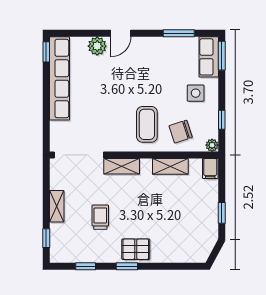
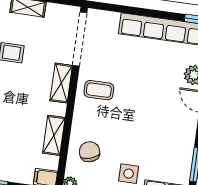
coffee table: (147, 124) -> (99, 90), moved, width x0.73, depth x0.77

